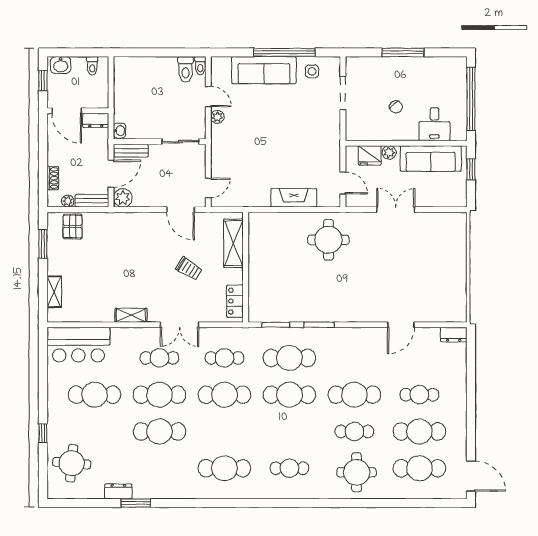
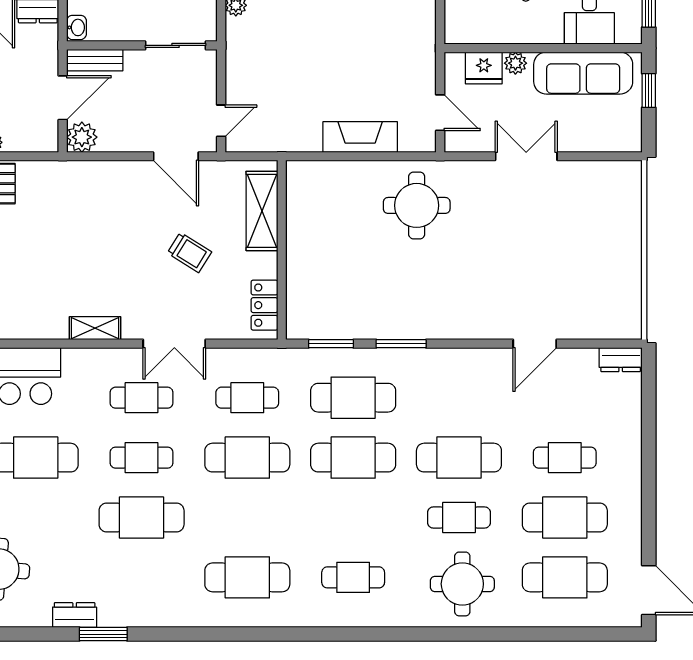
bench: (92, 201) -> (31, 142), removed
cafe table: (159, 395) -> (142, 458), width x0.73, depth x0.74

